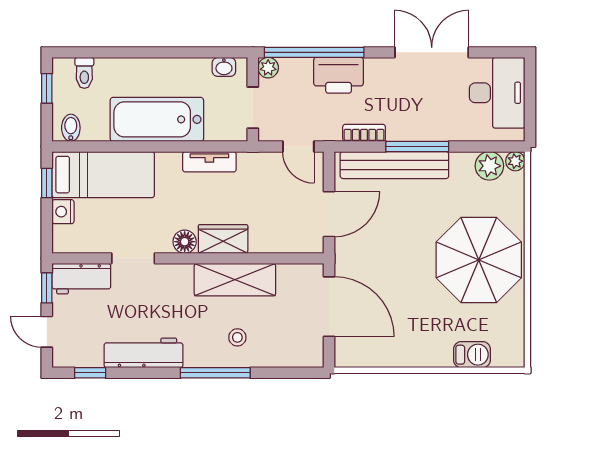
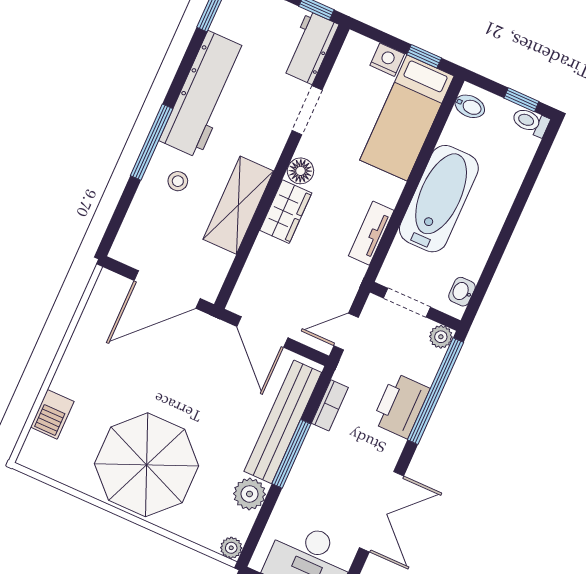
toilet: (84, 73) -> (531, 122), moved
plant: (489, 166) -> (250, 494), moved
workbench: (143, 353) -> (203, 94), width x1.36, depth x1.32

